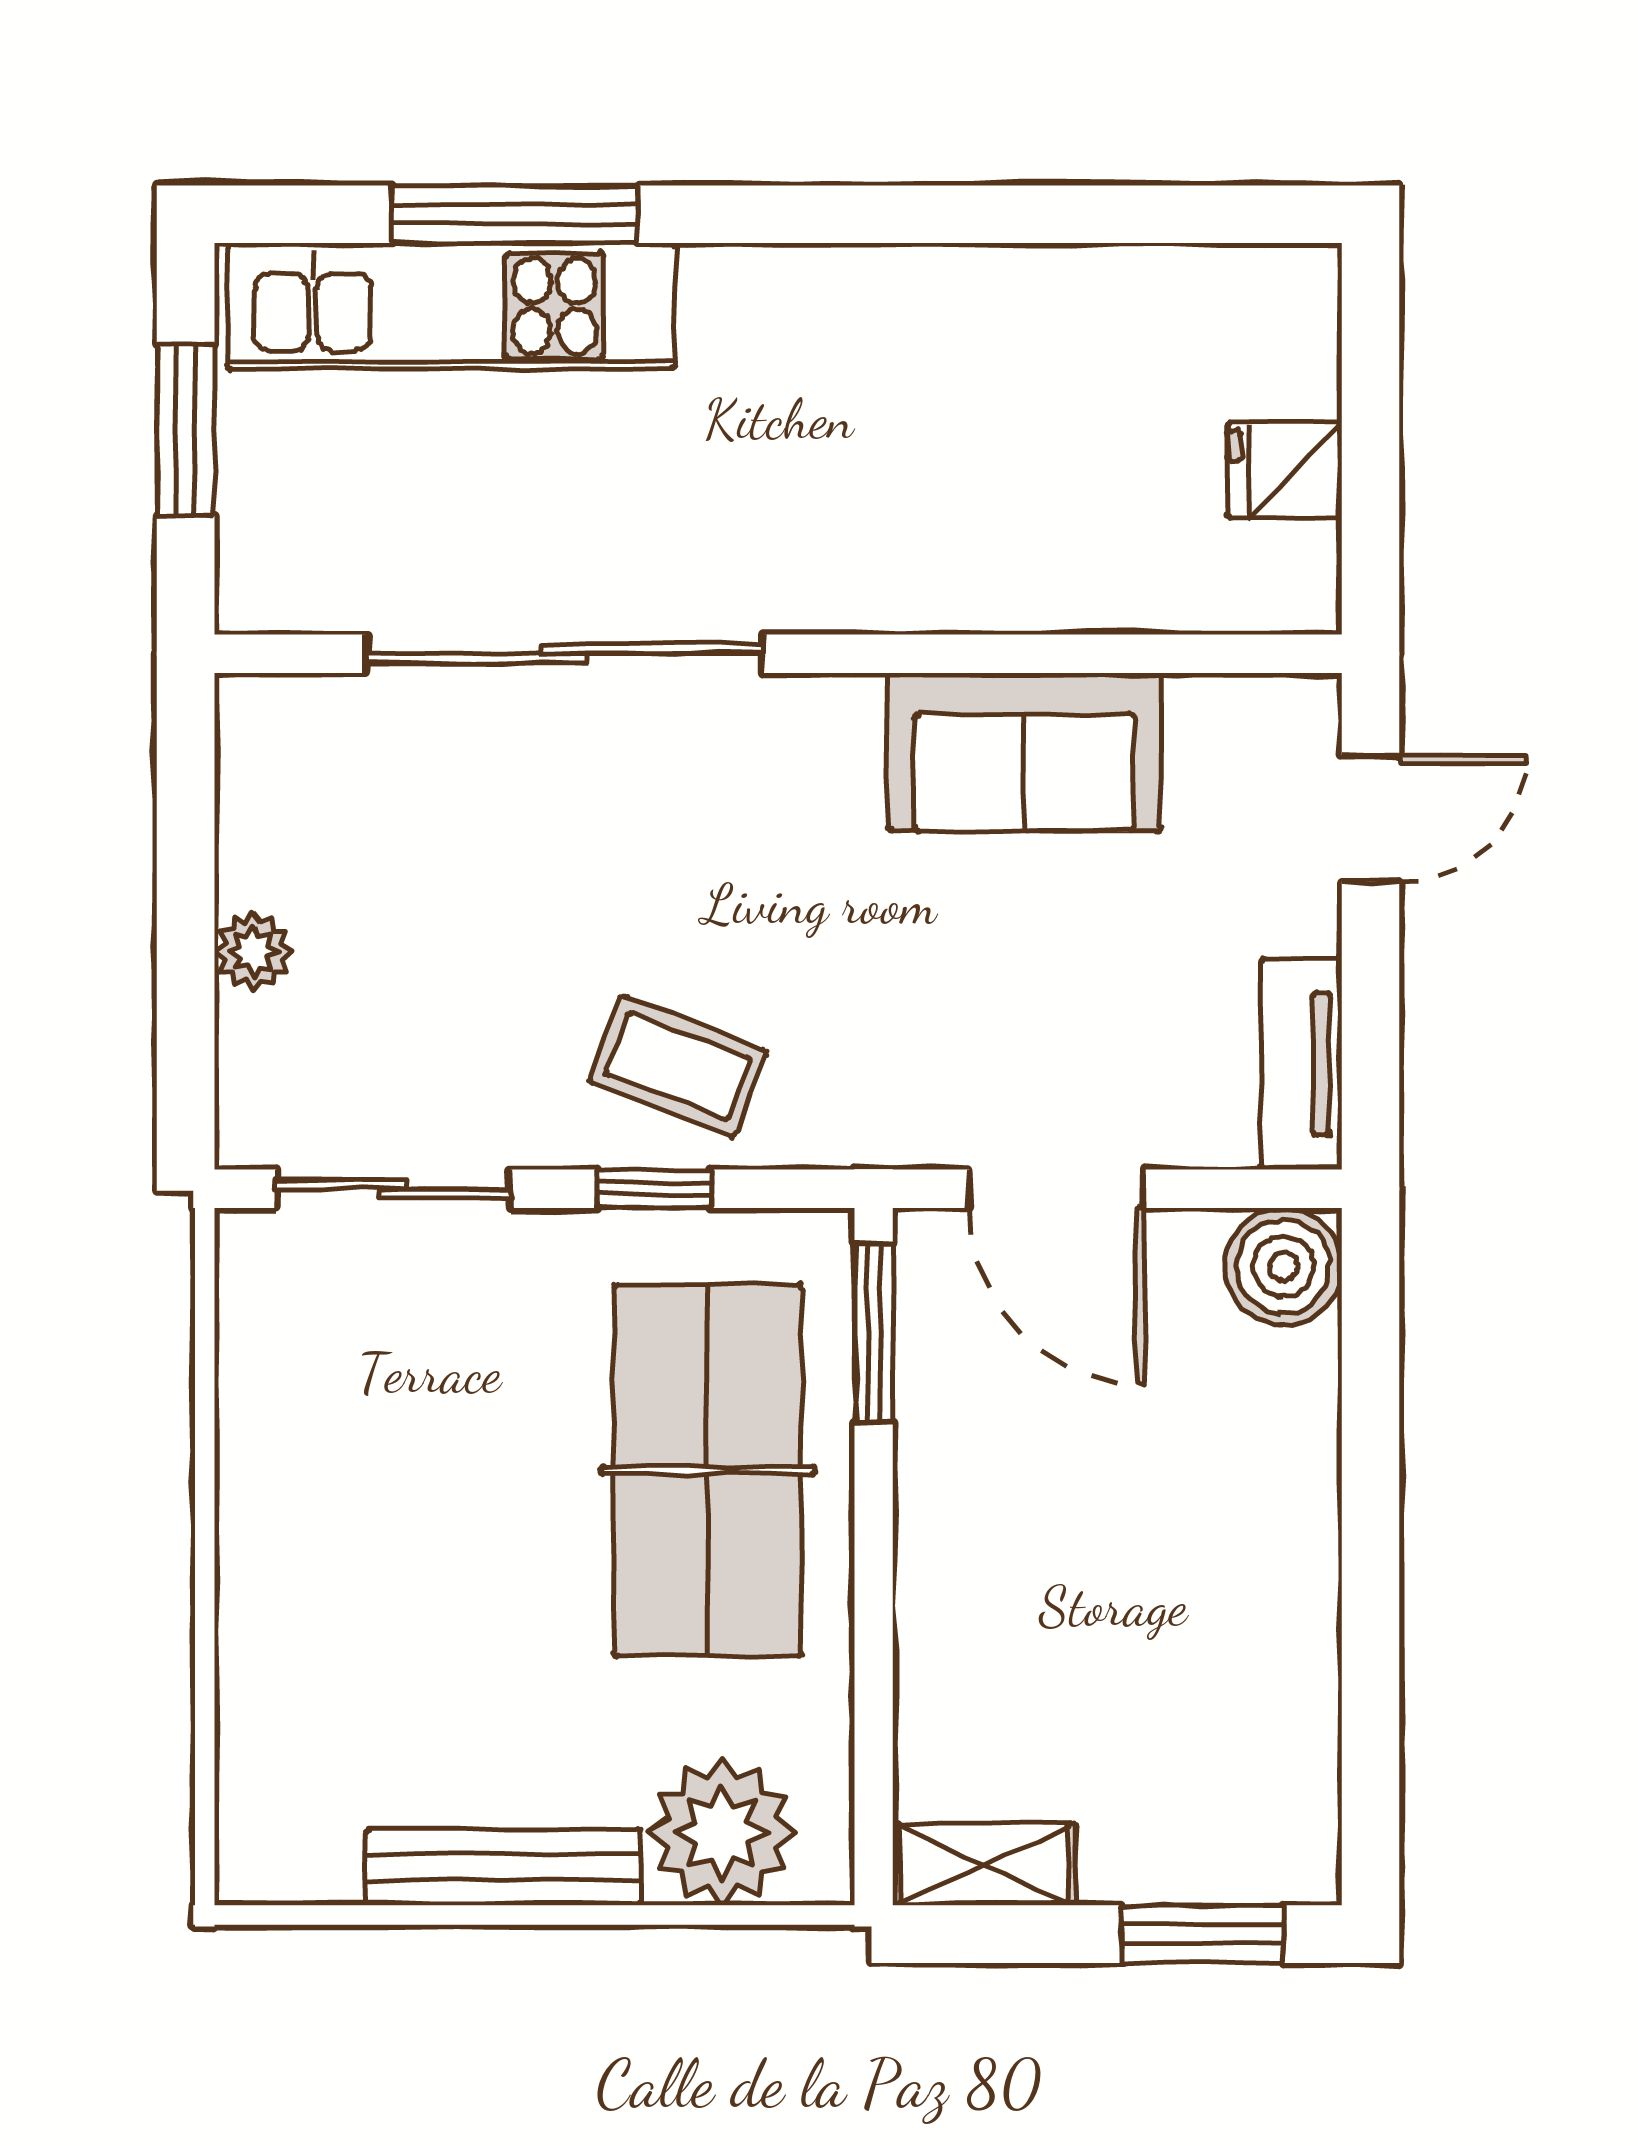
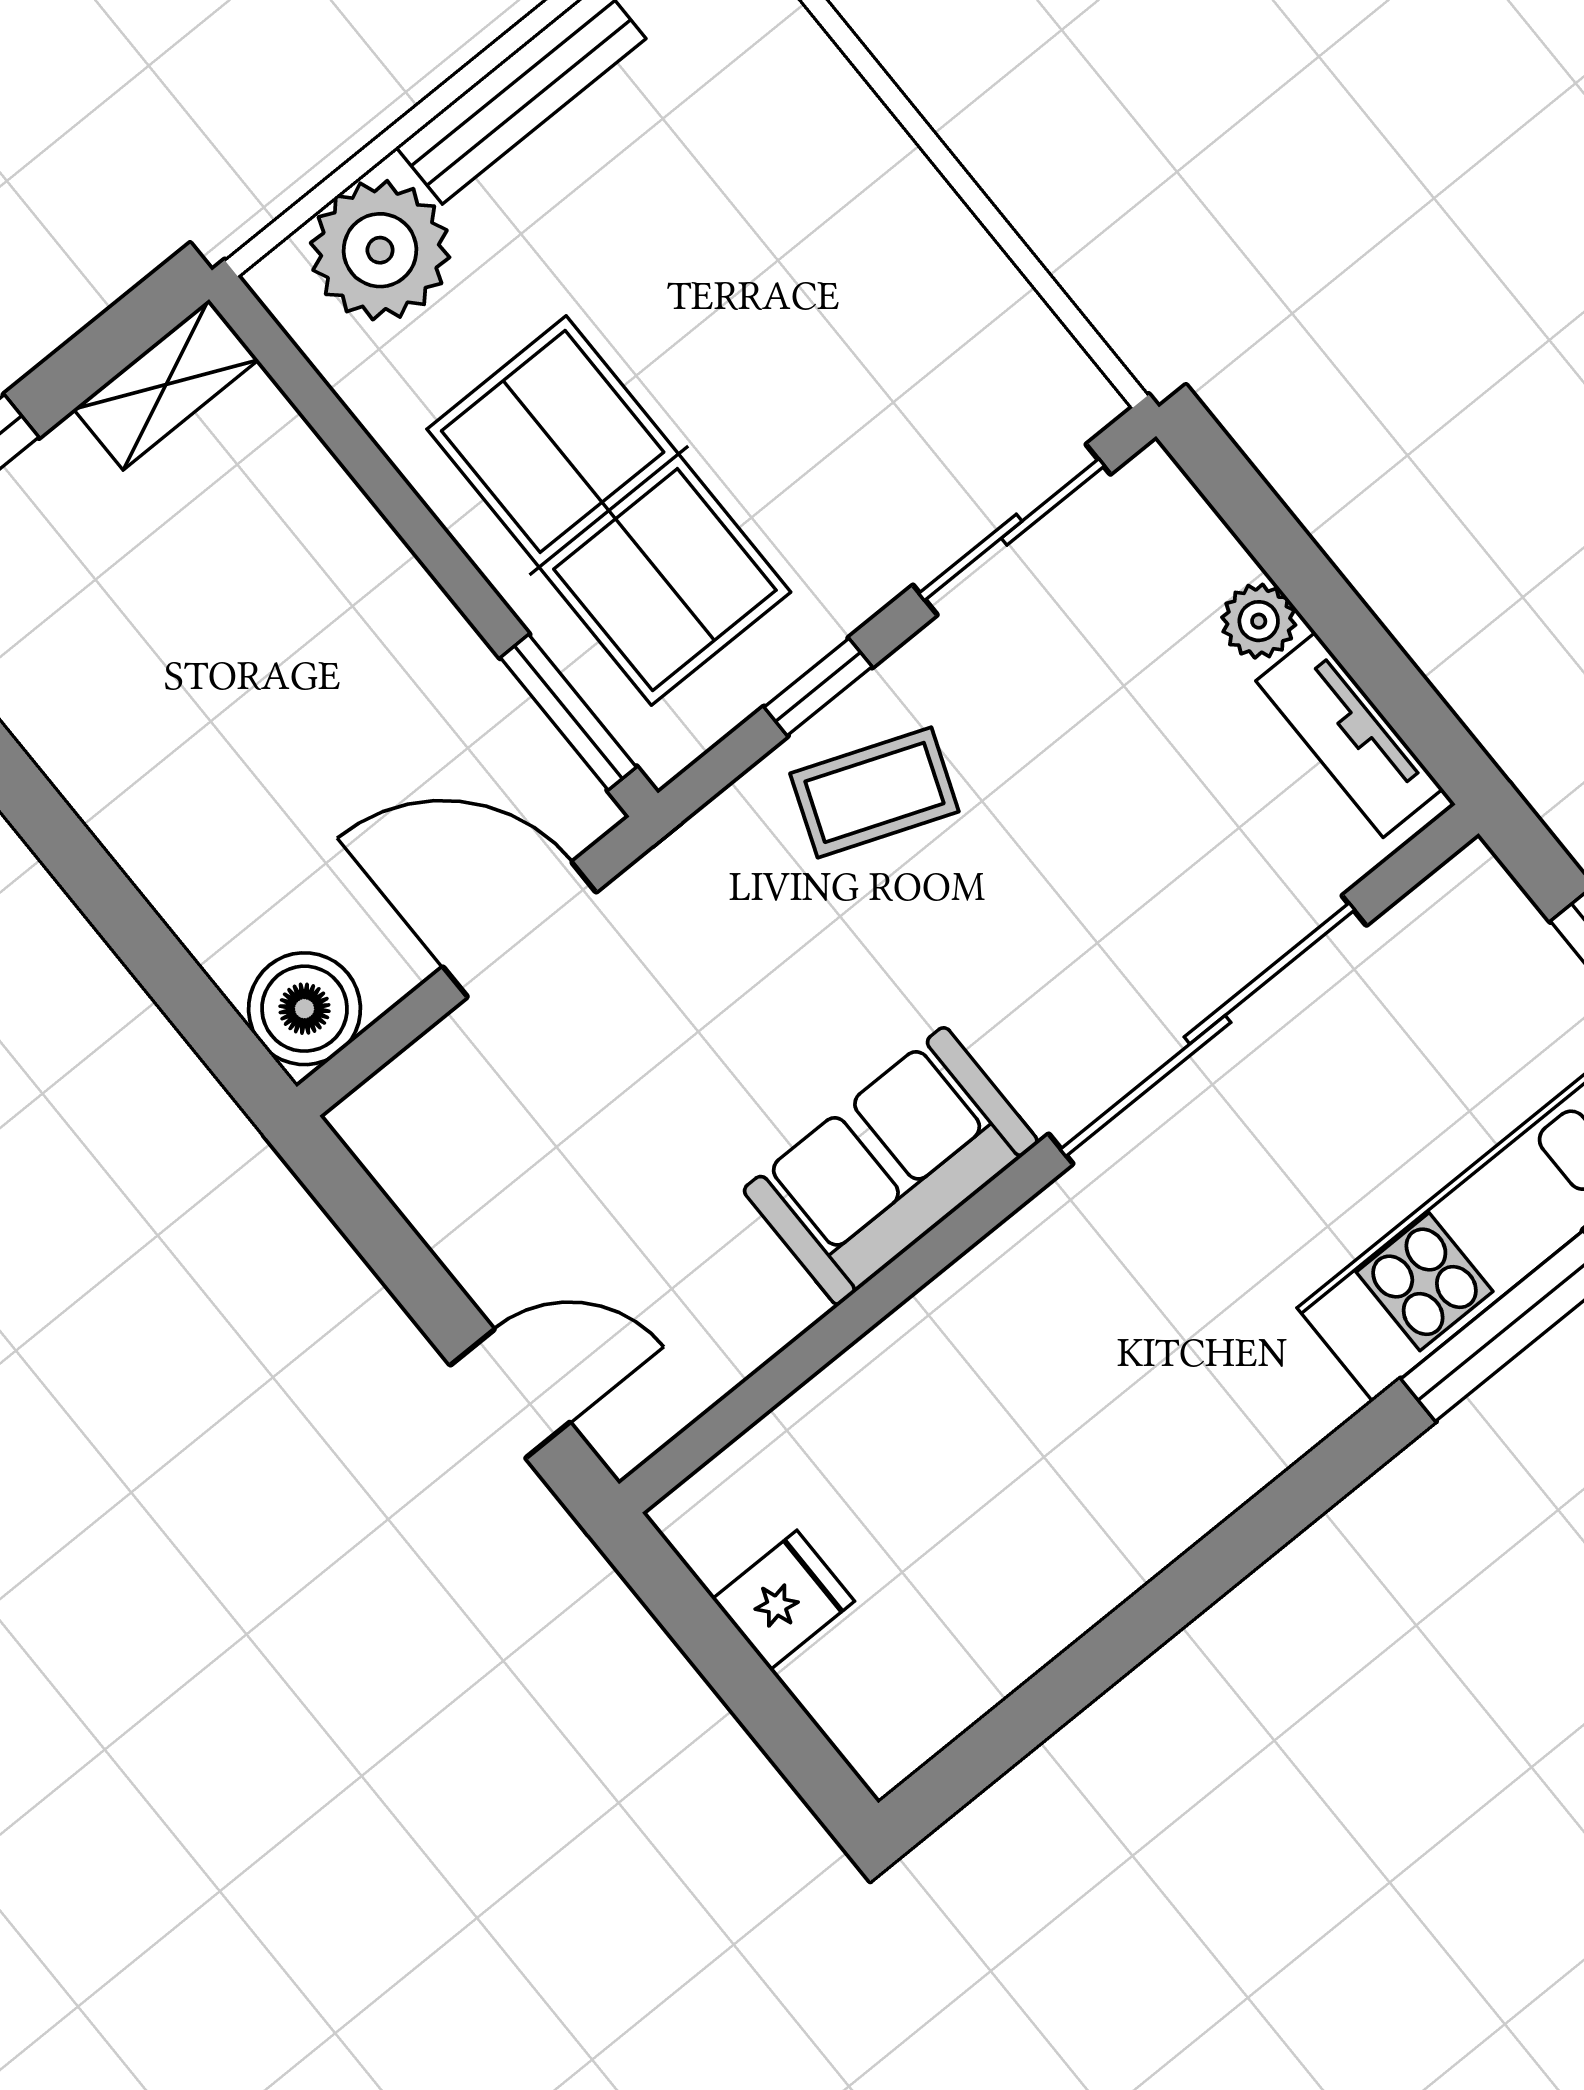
sofa: (1024, 752) -> (891, 1166), moved
door: (1370, 818) -> (510, 1394), swing flipped
tv unit: (1301, 1064) -> (1349, 735), moved, turned 180

